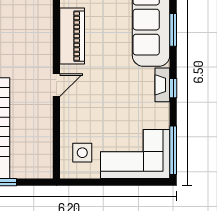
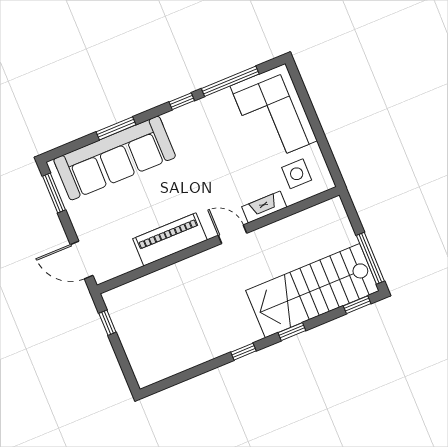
fireplace: (162, 85) -> (264, 207), moved, turned 180
window: (173, 150) -> (230, 81), moved

